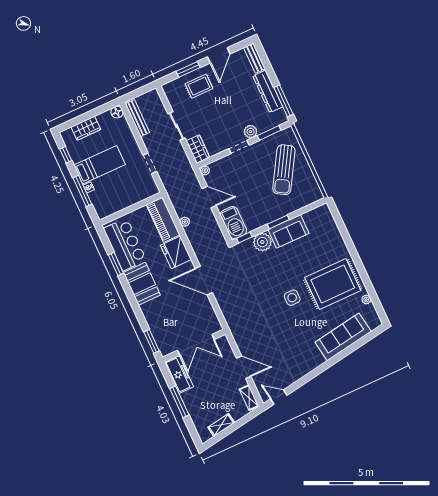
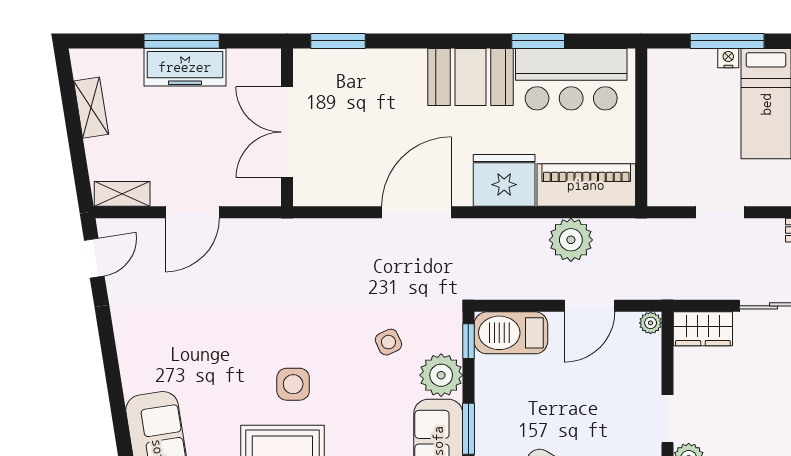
plant: (185, 222) -> (571, 240), width x1.87, depth x1.87
side table: (259, 268) -> (388, 342), added
freezer: (179, 374) -> (185, 67), moved

